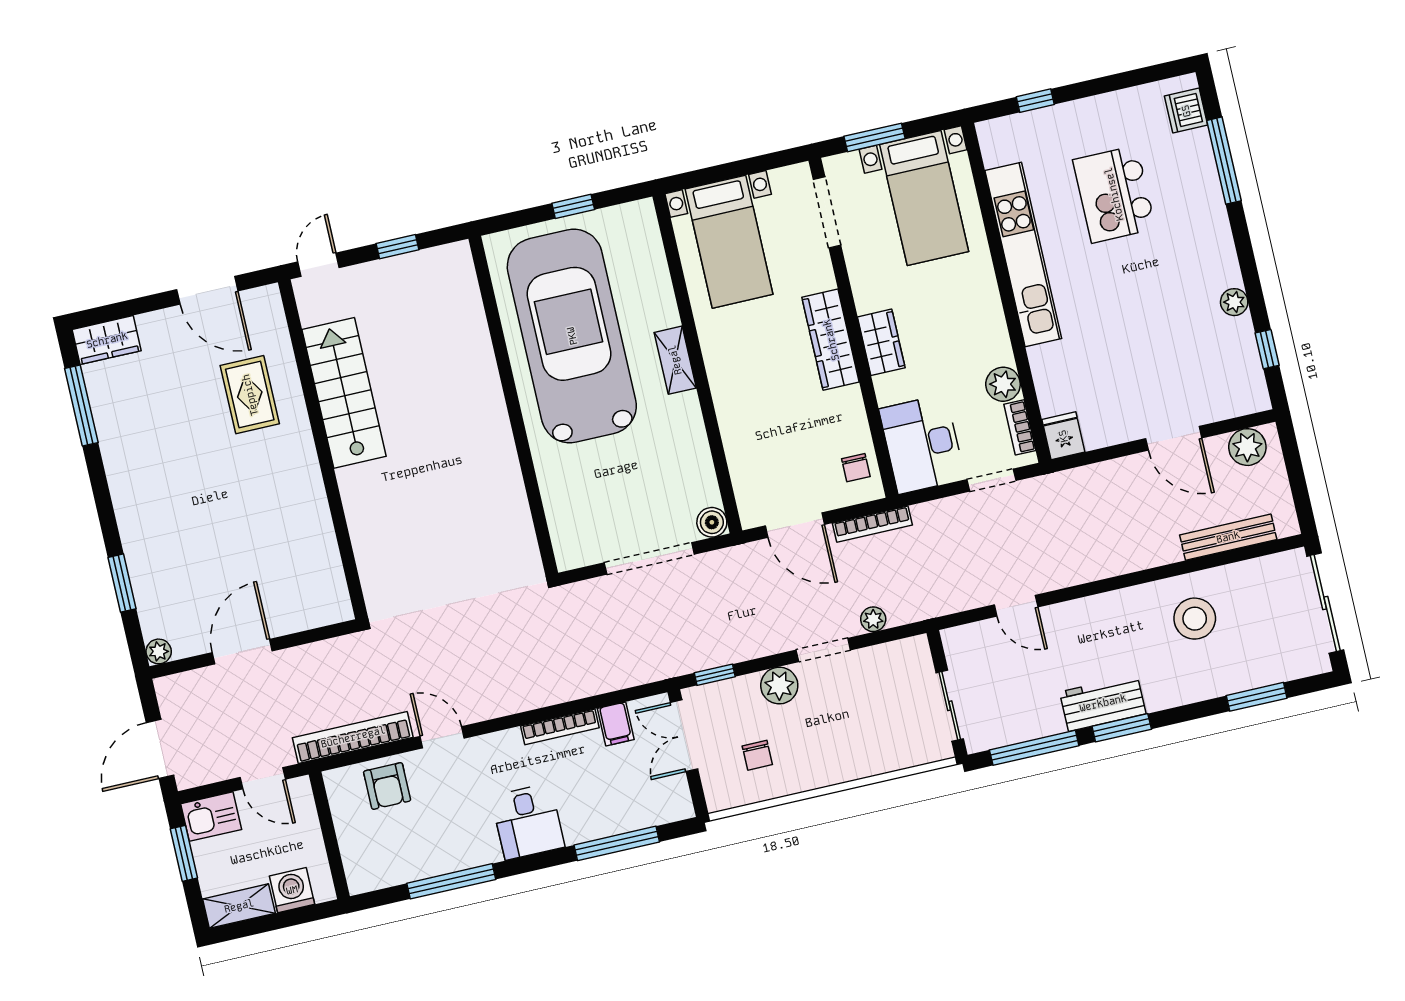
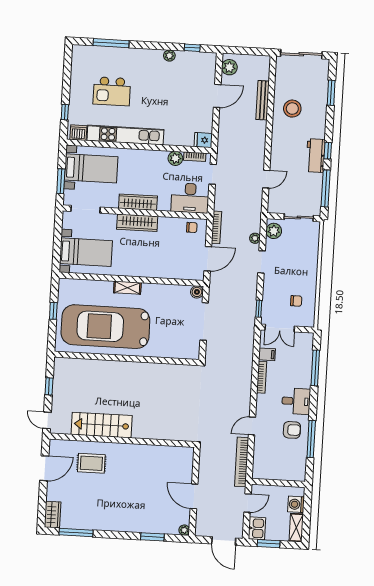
dishwasher: (1186, 111) -> (78, 133), moved, turned 180
wardrobe: (881, 342) -> (138, 202), width x1.50
bench: (1228, 537) -> (263, 100), moved
plant: (779, 686) -> (274, 231), moved
window: (1122, 728) -> (328, 151), width x0.67
armchair: (387, 786) -> (292, 430), moved

